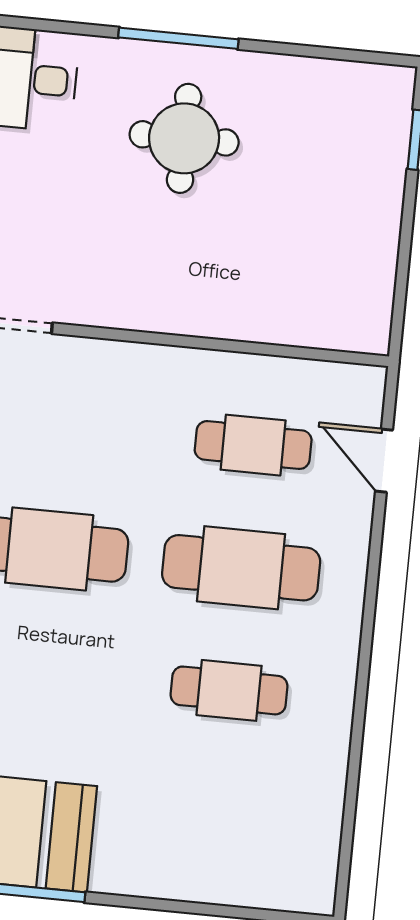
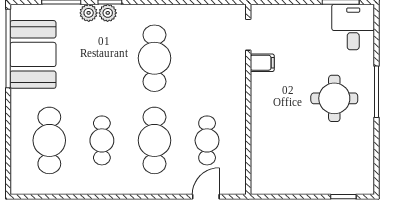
filing cabinet: (84, 298) -> (262, 63), added
cafe table: (217, 813) -> (49, 140), added

